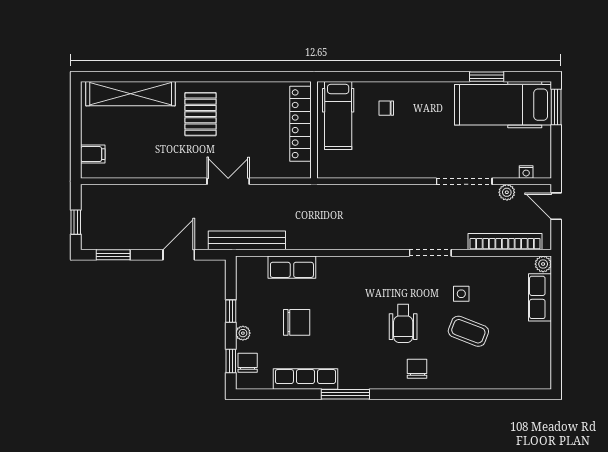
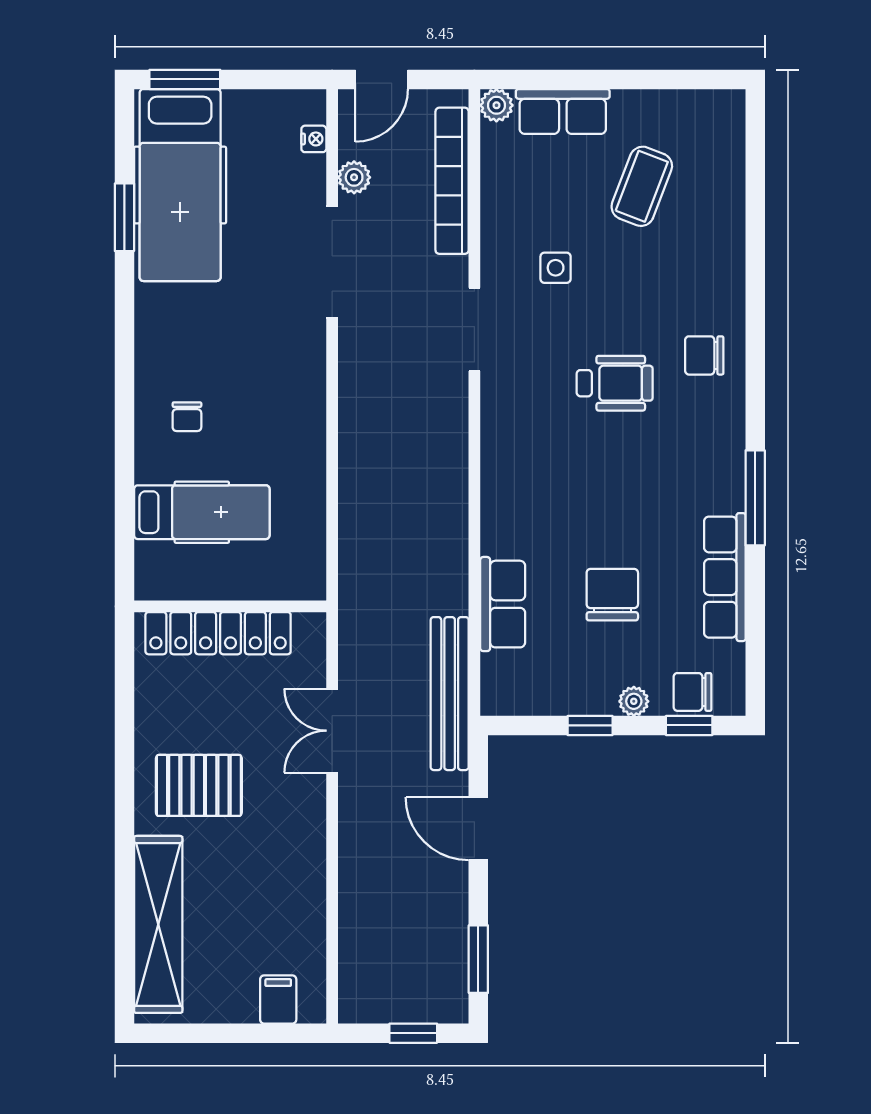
locker: (300, 124) -> (218, 633), moved
wall: (314, 130) -> (230, 606), moved
coffee table: (468, 331) -> (642, 186), moved

